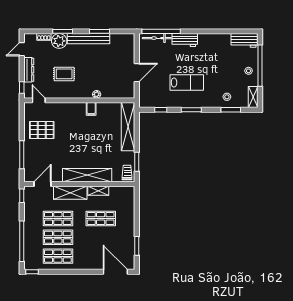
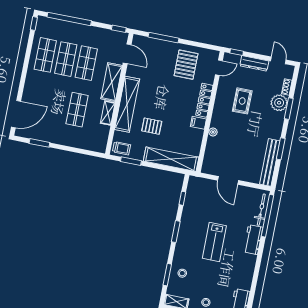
bench: (89, 39) -> (270, 162), moved
lab bench: (187, 83) -> (214, 242), moved
locker: (70, 108) -> (204, 100), added
pallet: (102, 150) -> (152, 126), added

